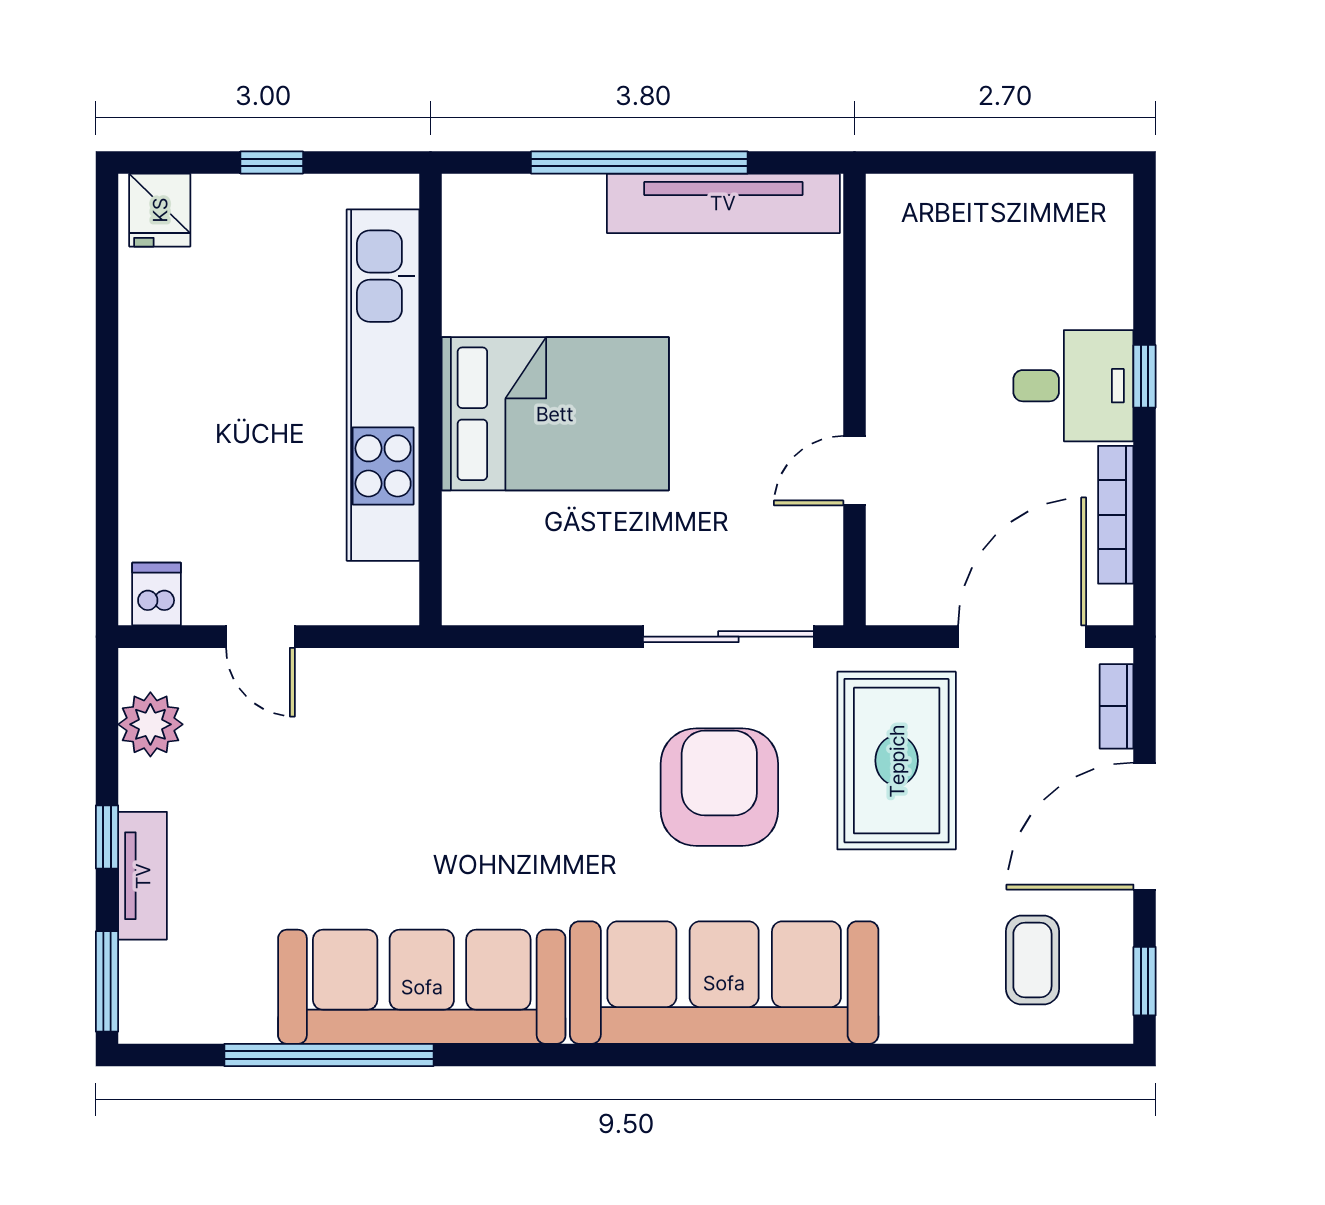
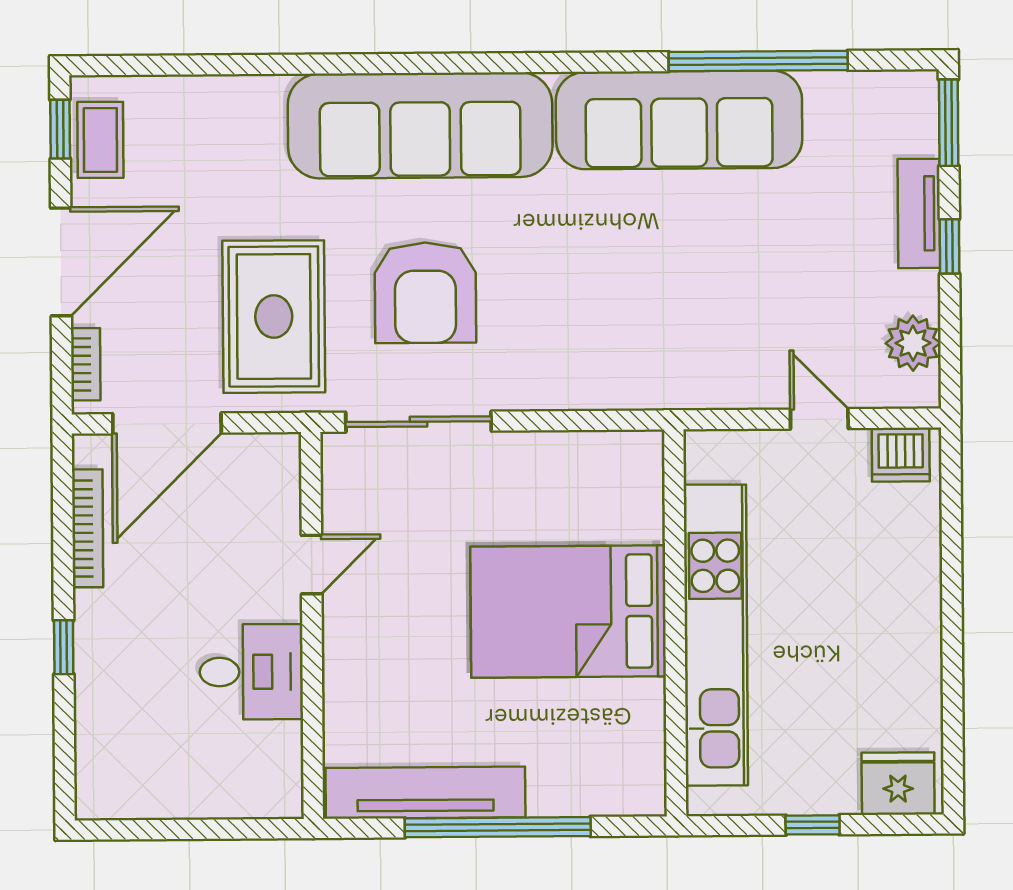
fridge: (160, 210) -> (898, 784), width x1.38
desk: (1073, 386) -> (251, 672), moved, turned 180
dishwasher: (157, 594) -> (901, 455), width x1.38
coffee table: (1032, 960) -> (100, 140), moved

